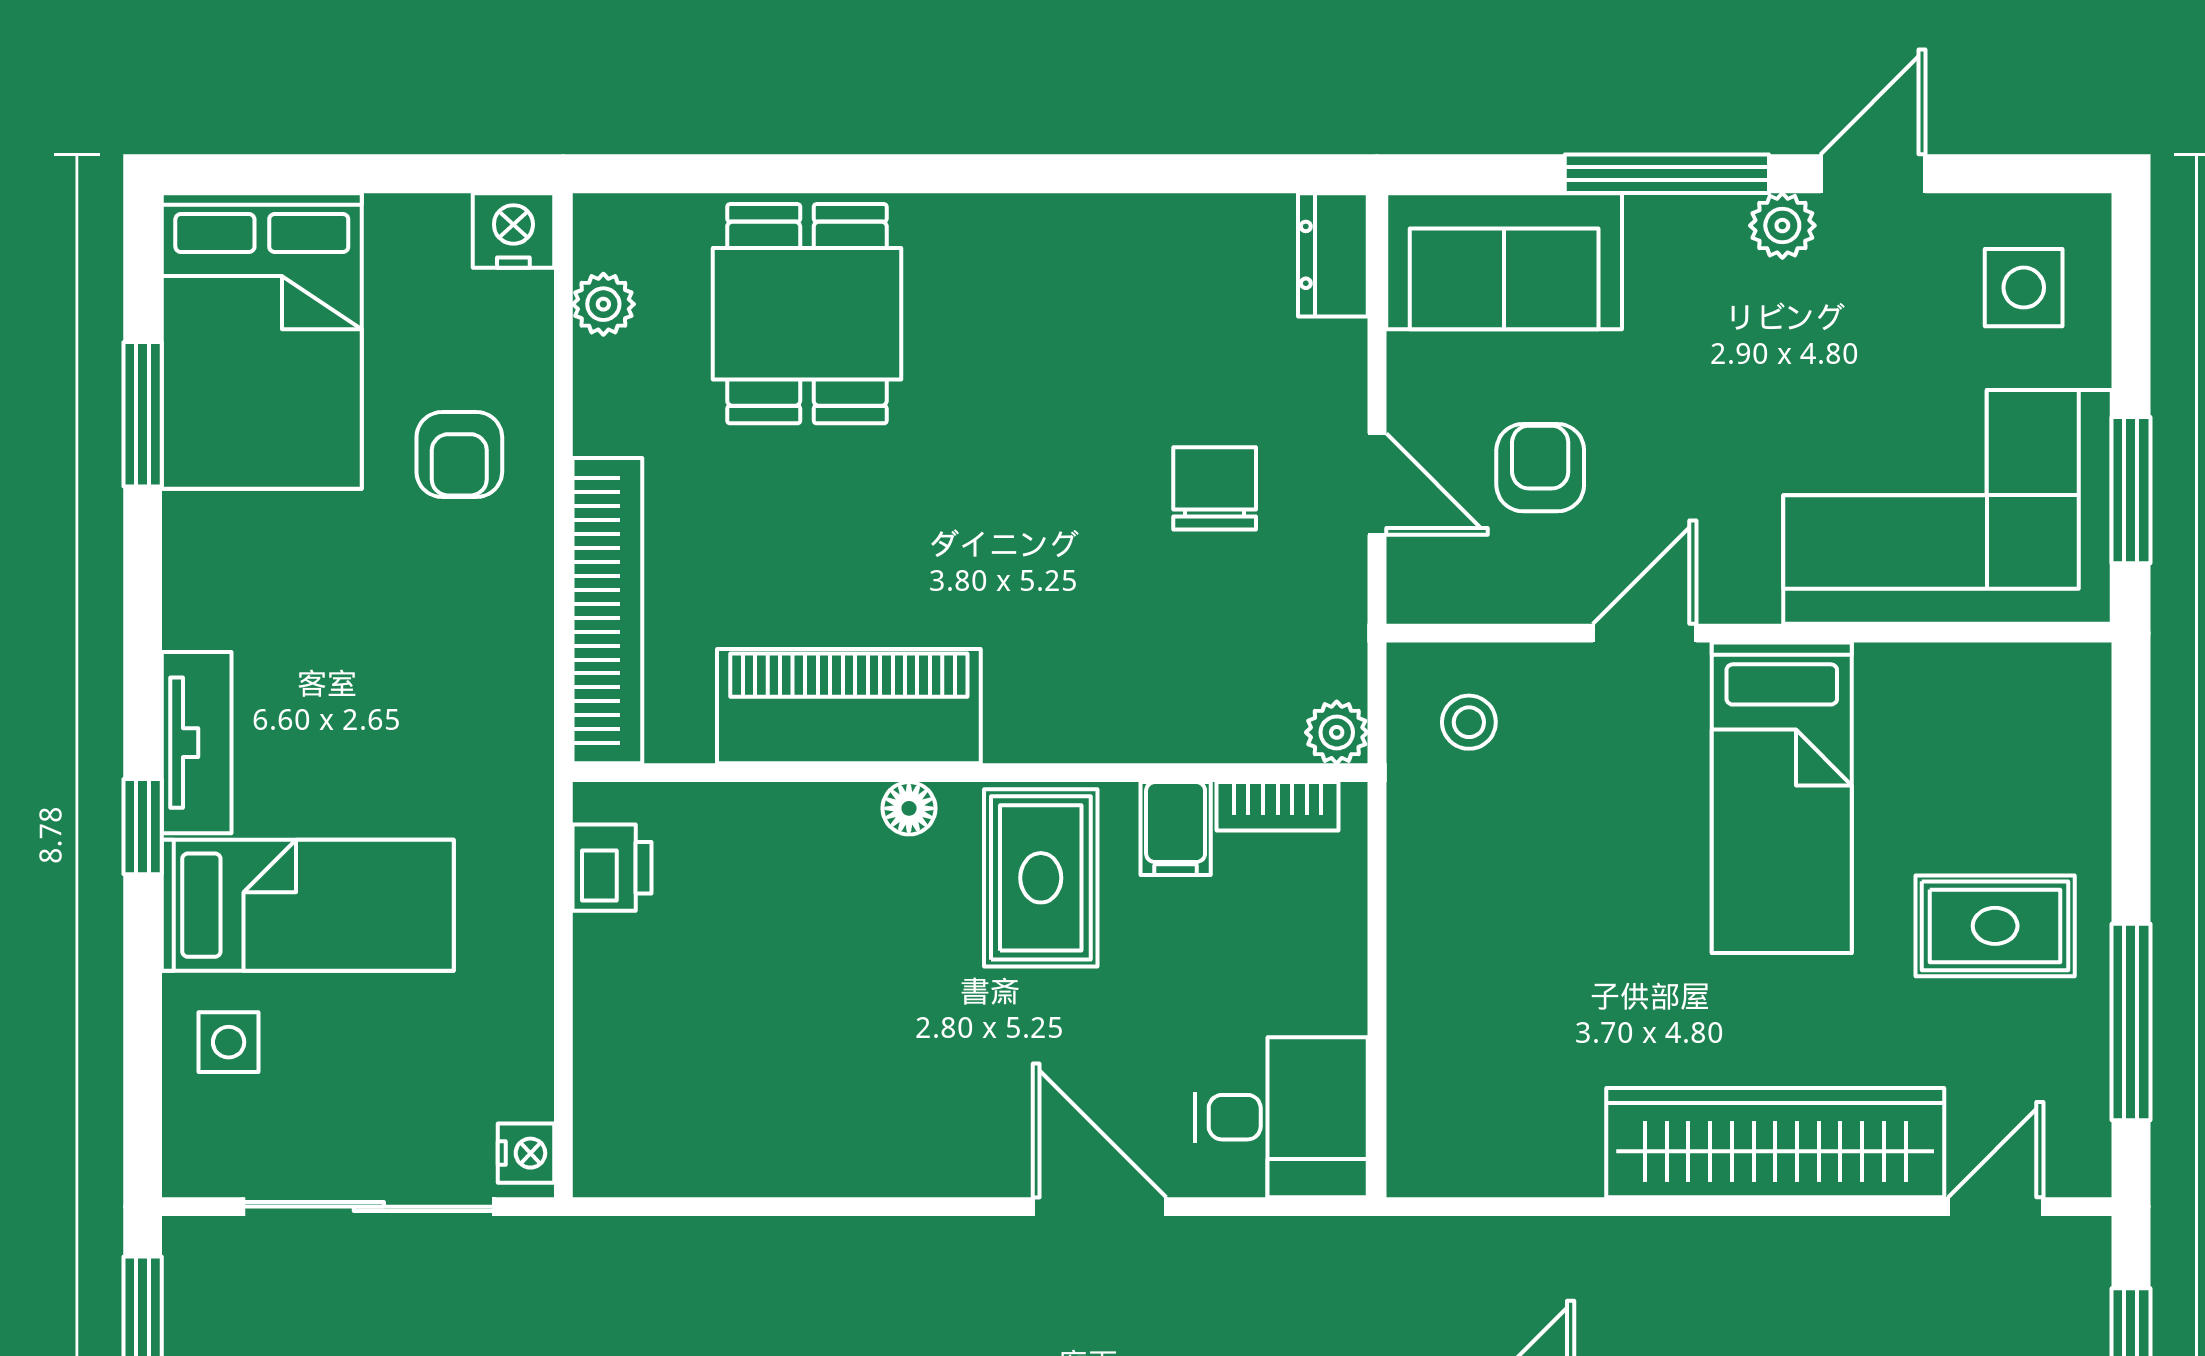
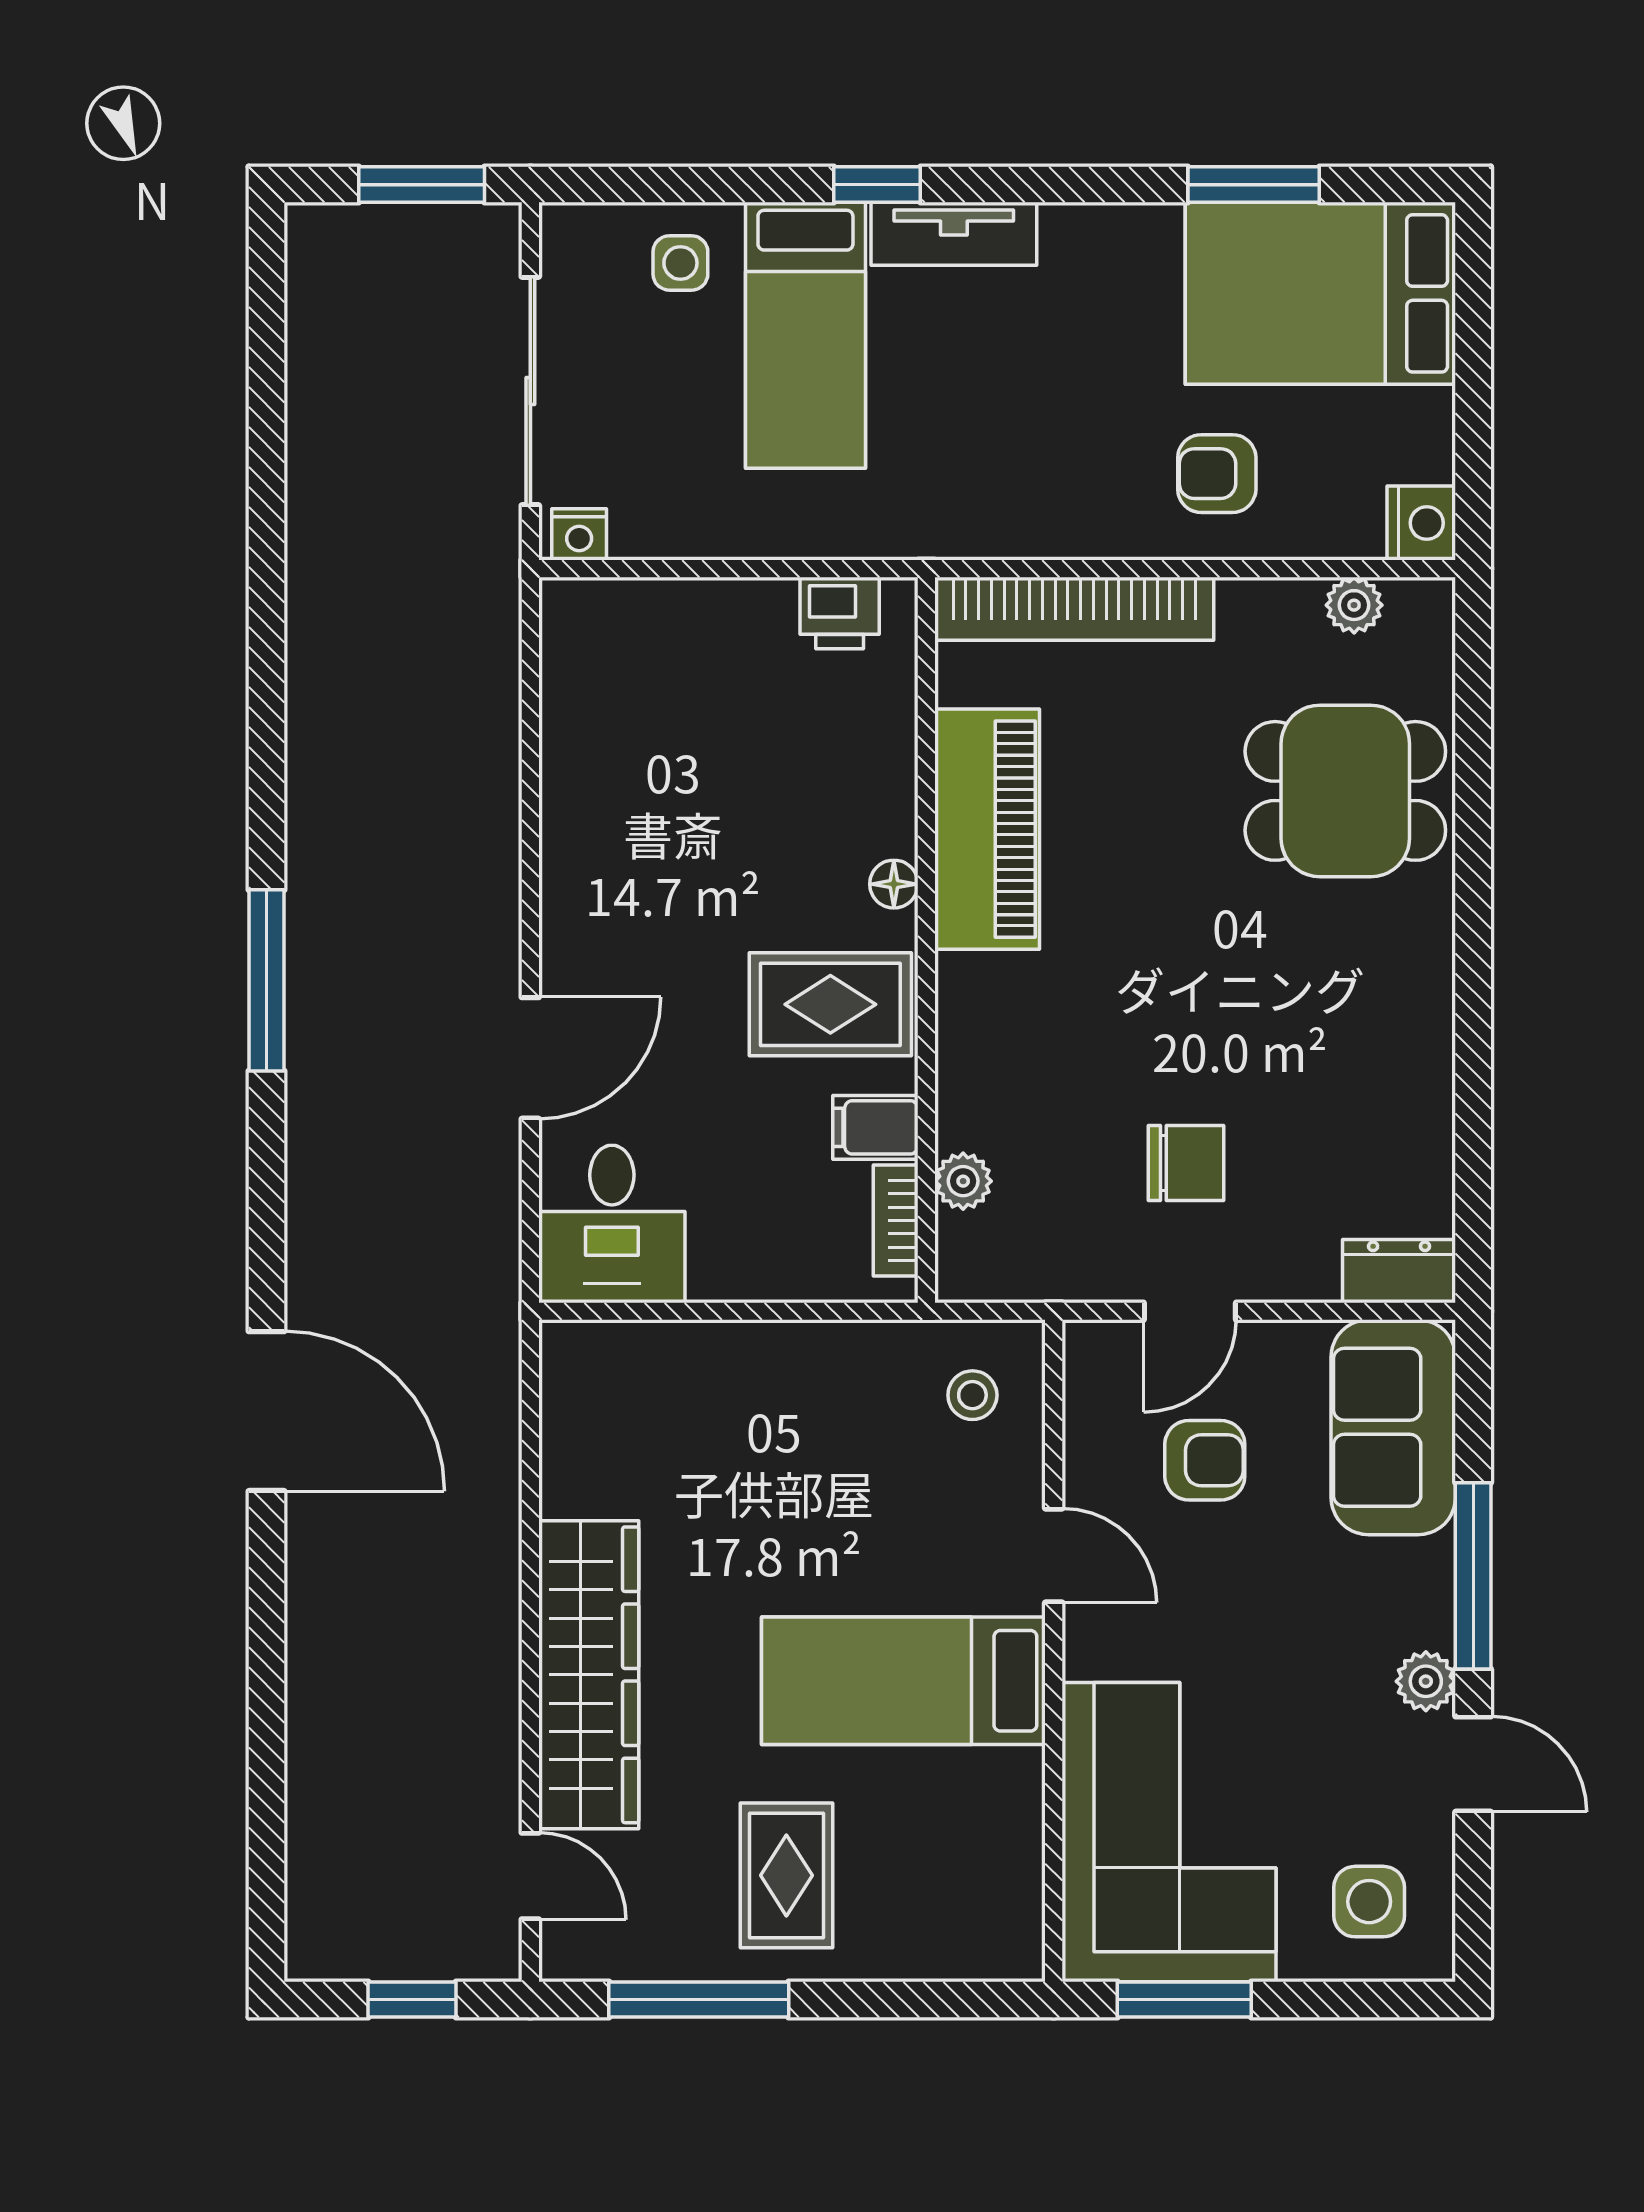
plant: (1337, 732) -> (963, 1181), moved

